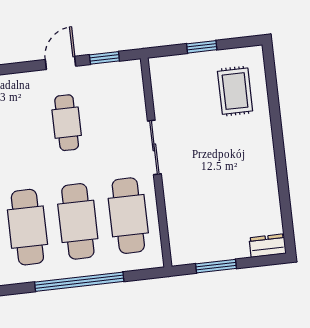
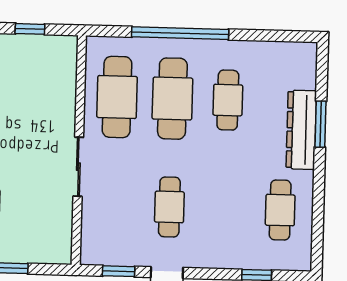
cafe table: (27, 227) -> (228, 100), width x0.73, depth x0.74
window: (216, 266) -> (30, 29), width x0.67

